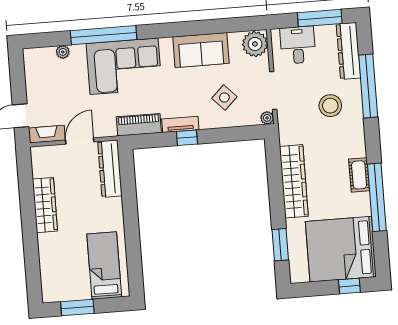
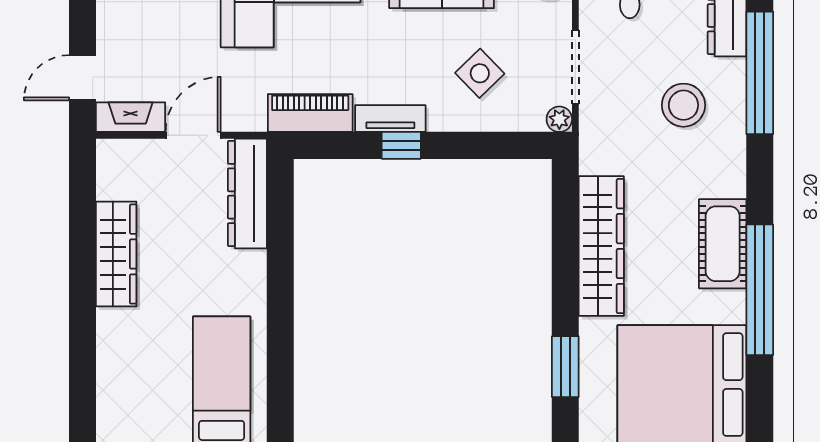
cot: (359, 175) -> (723, 244), width x1.37, depth x1.34

